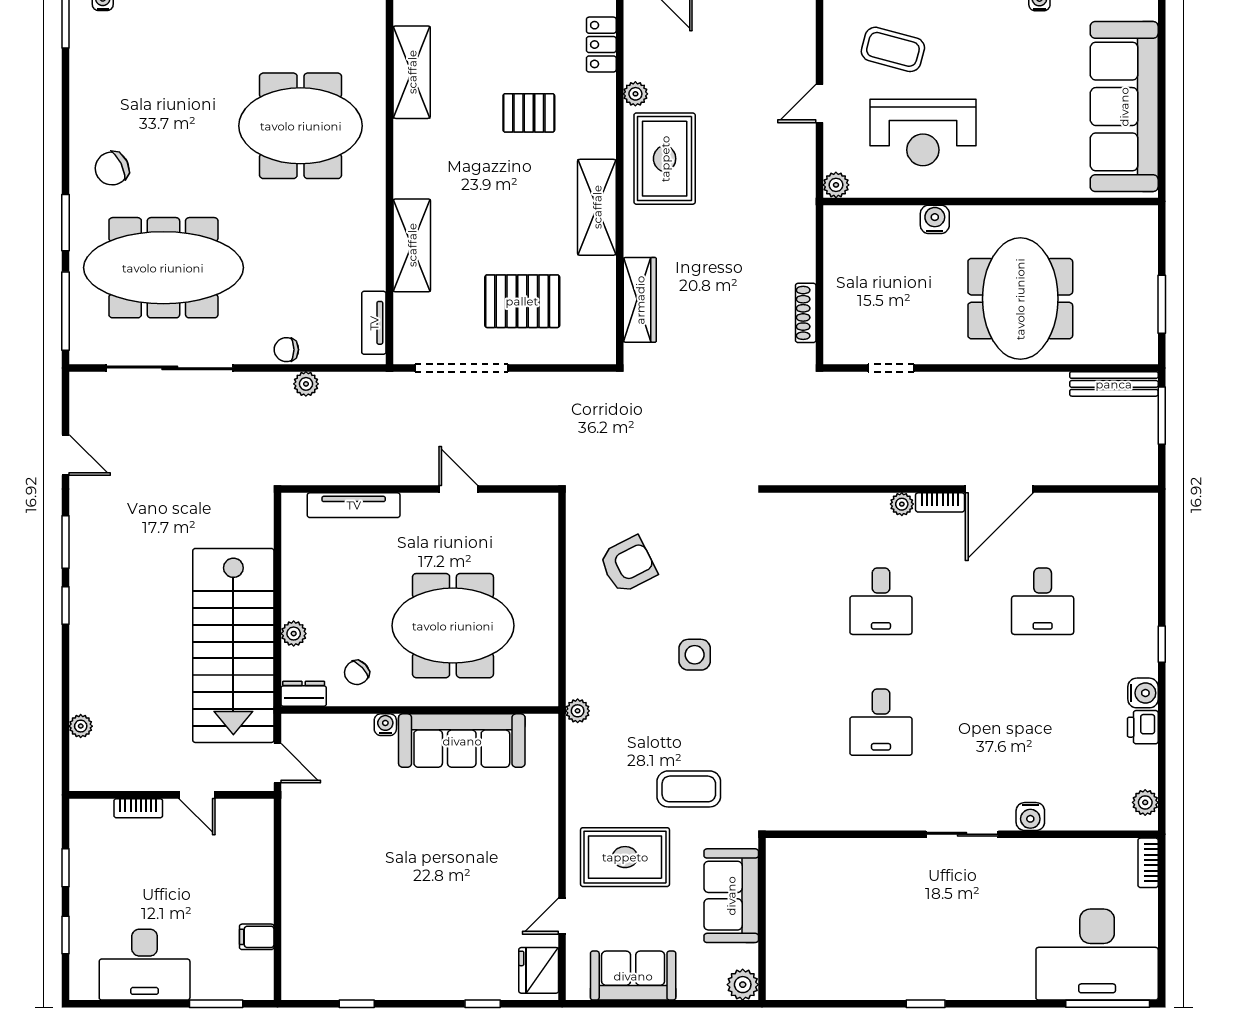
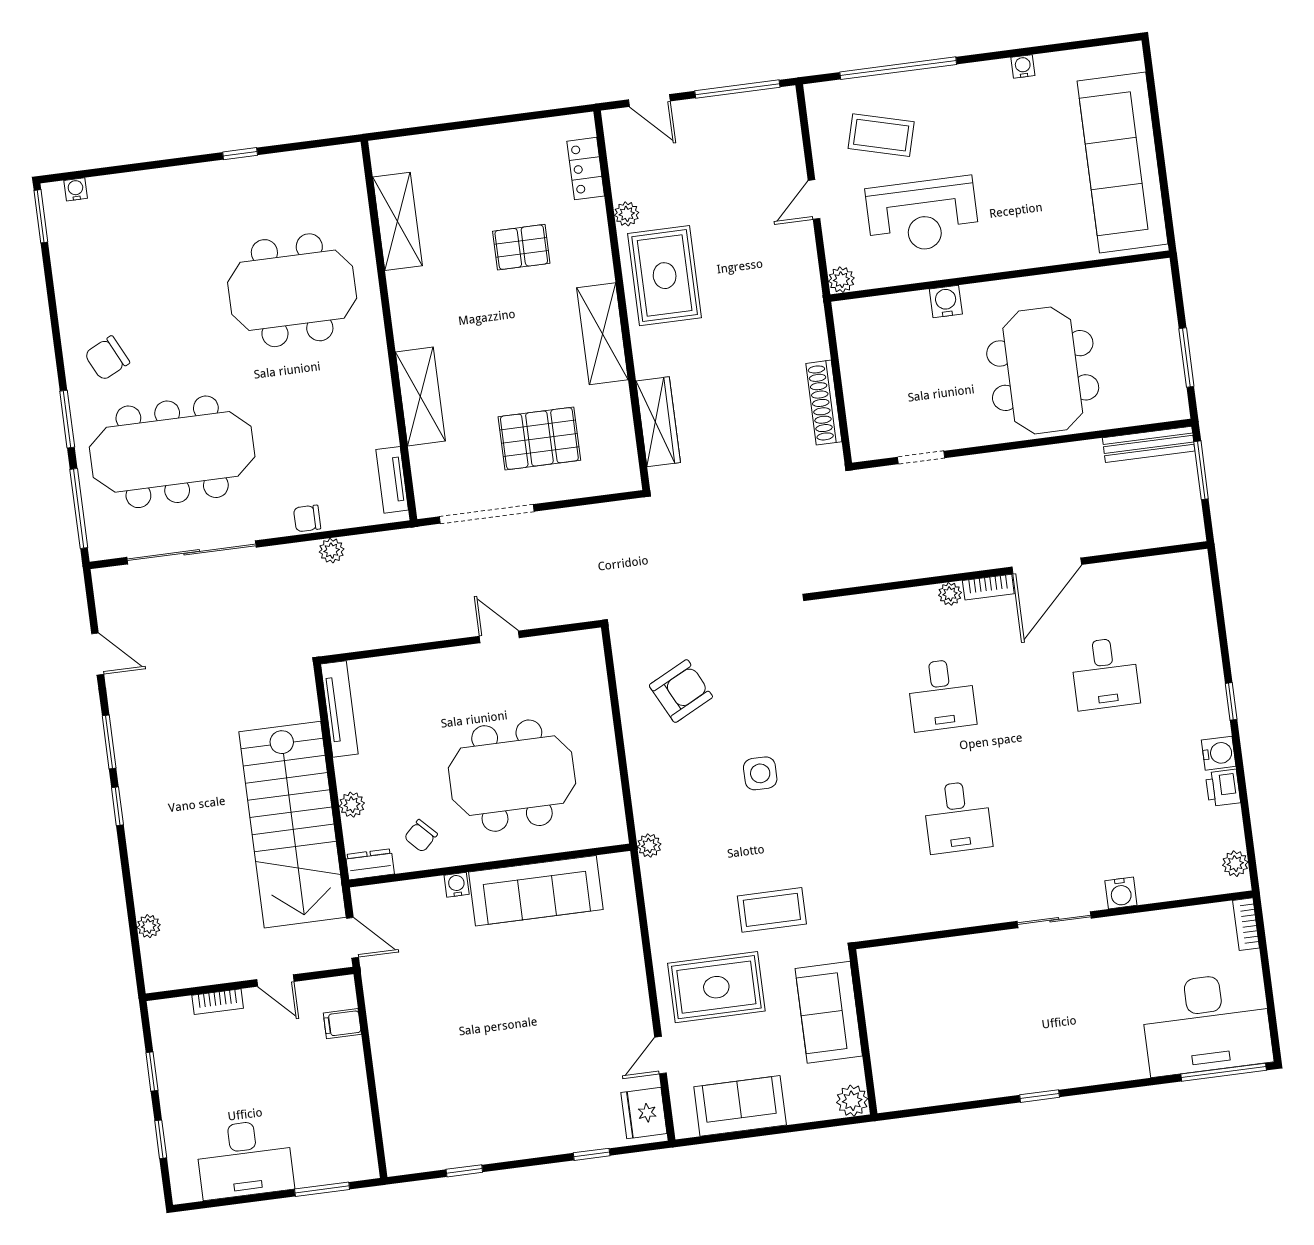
shoe rack: (806, 313) -> (824, 403), width x1.36, depth x1.24
tv unit: (354, 505) -> (339, 709), moved, turned -90
filing cabinet: (257, 937) -> (342, 1024), moved

